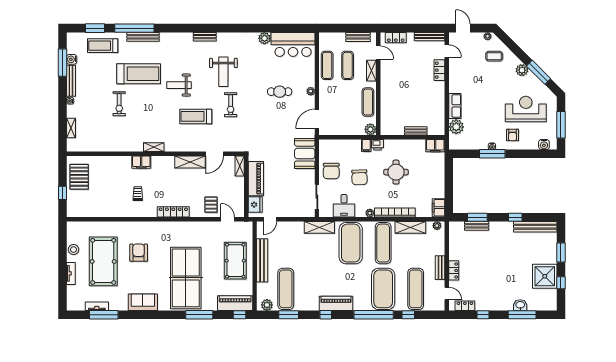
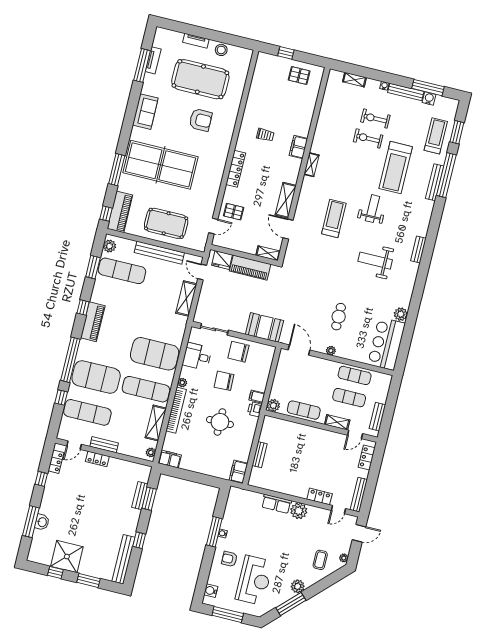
exercise bike: (231, 105) -> (375, 119), moved
plant: (456, 127) -> (299, 511), moved
pallet: (79, 177) -> (299, 75), width x0.67, depth x0.71
shelving: (319, 227) -> (186, 299), moved

